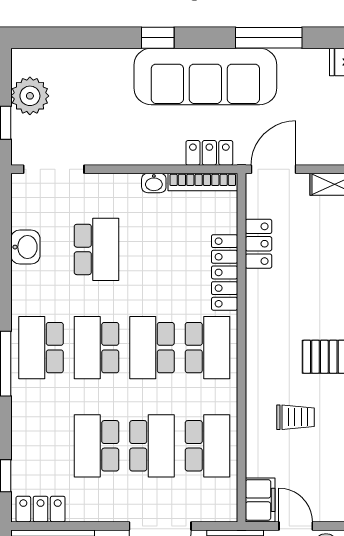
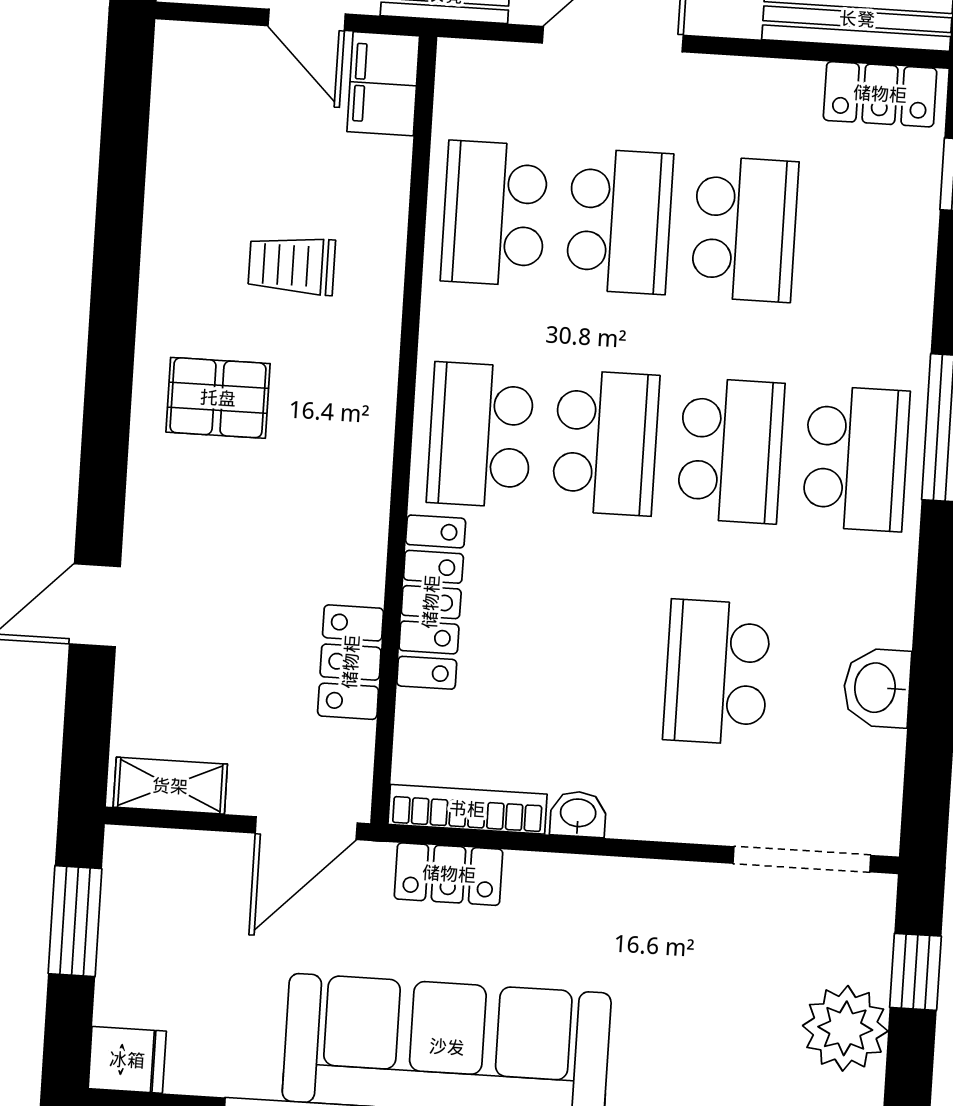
school desk: (152, 446) -> (620, 221), turned 180

